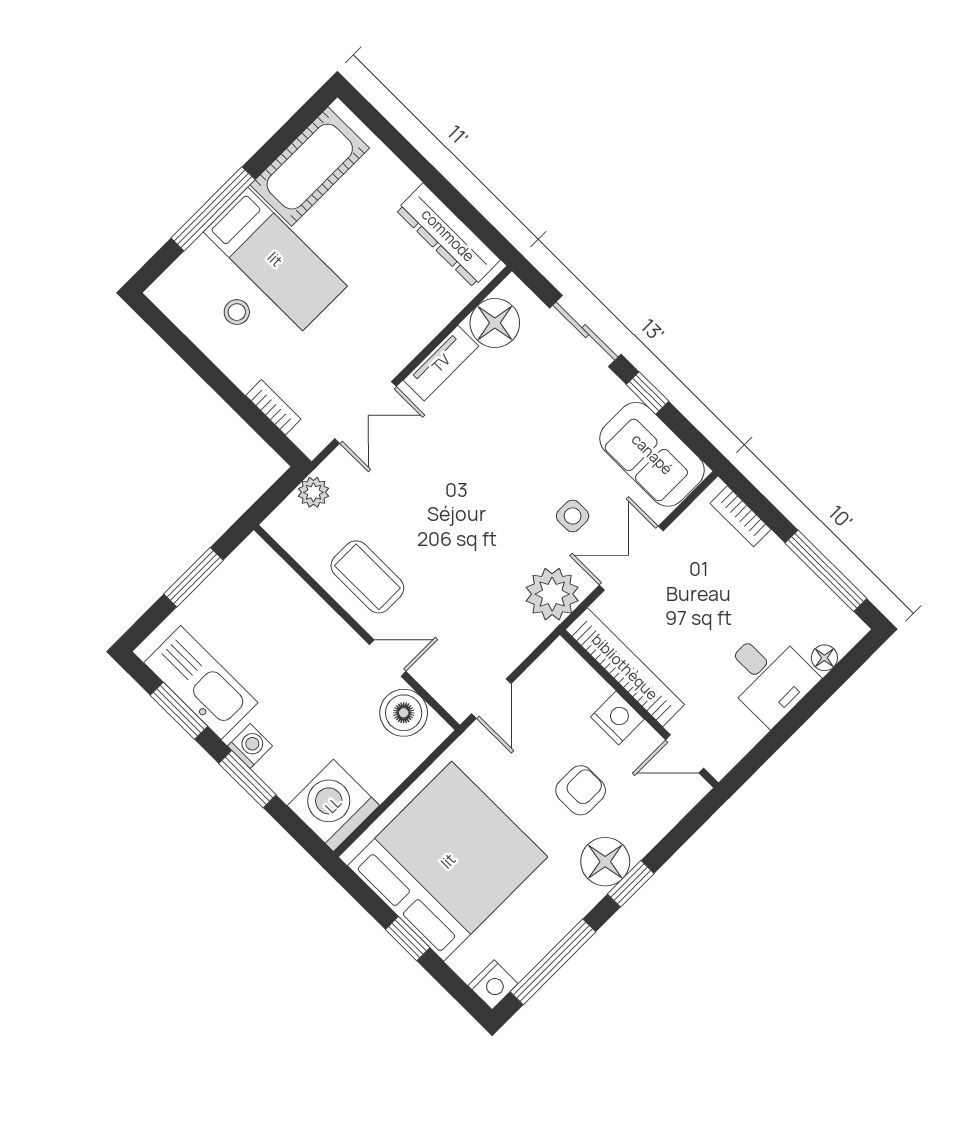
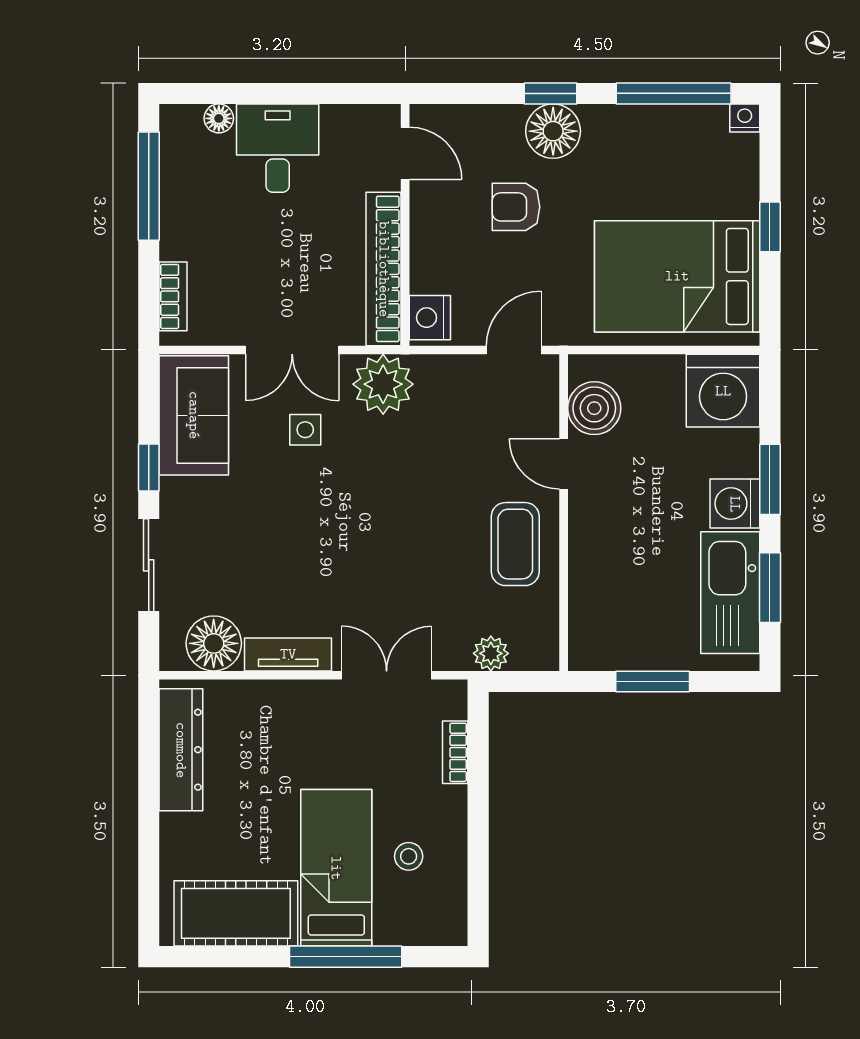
nightstand: (617, 718) -> (430, 318), moved
washing machine: (250, 746) -> (735, 504), width x1.38, depth x1.38
bed: (448, 861) -> (677, 276), width x0.73
nightstand: (493, 985) -> (745, 118), width x0.72, depth x0.74

